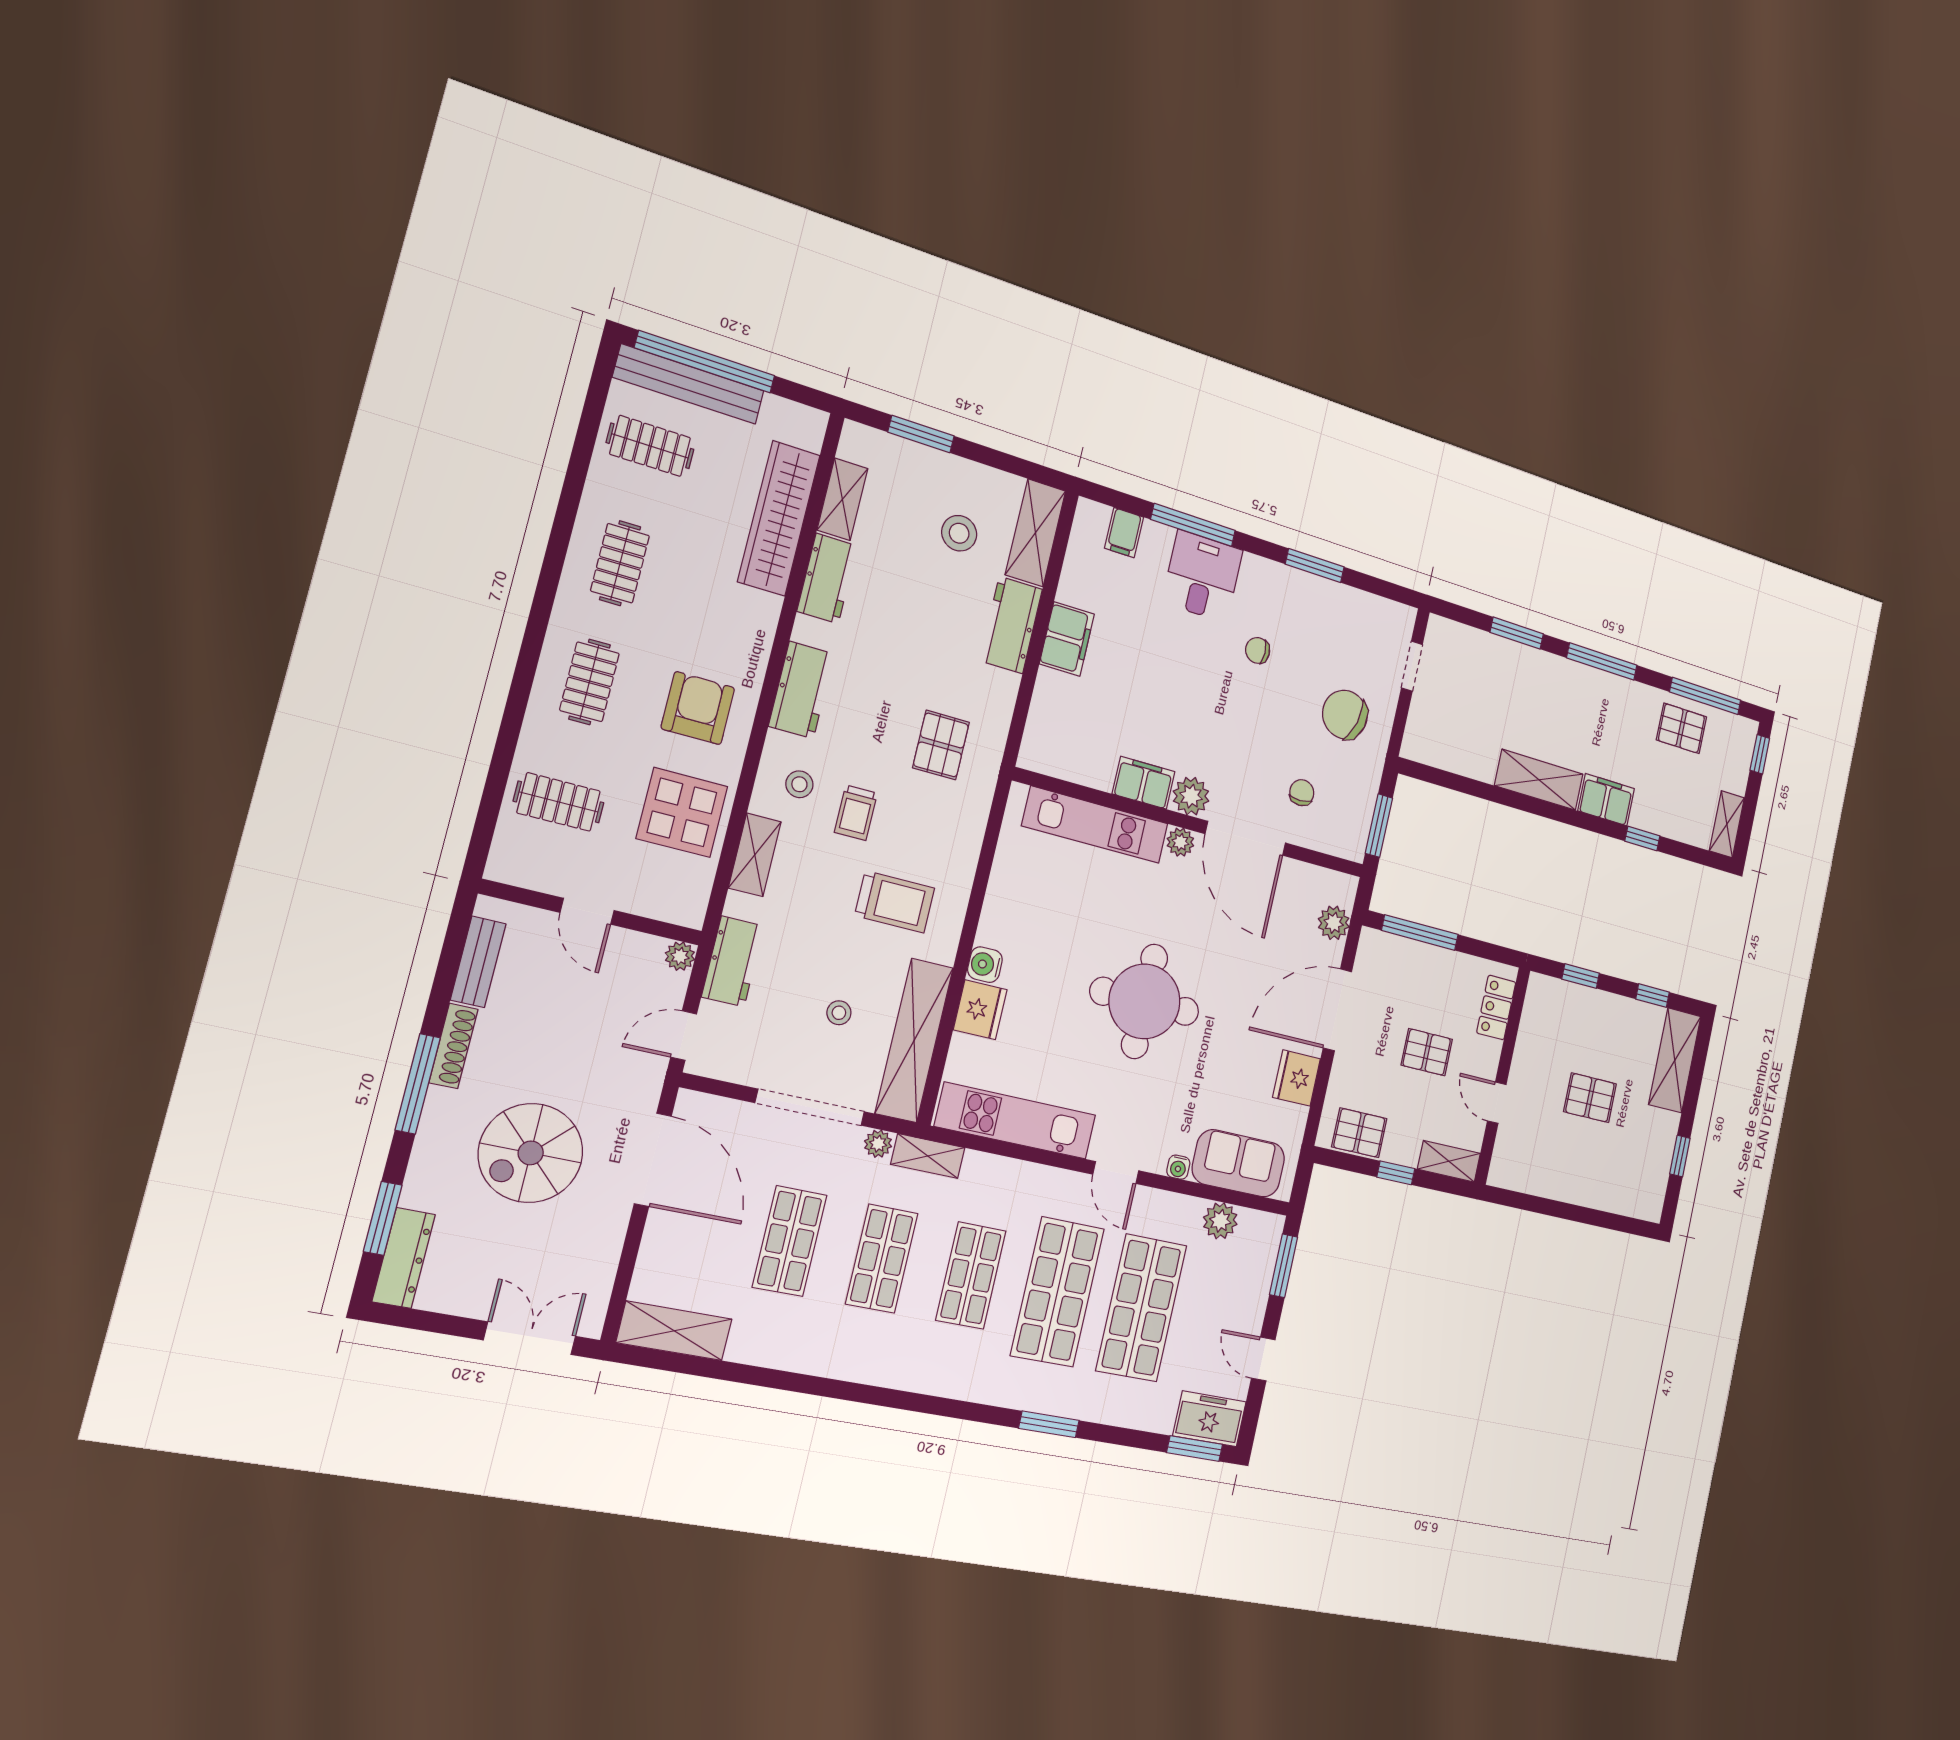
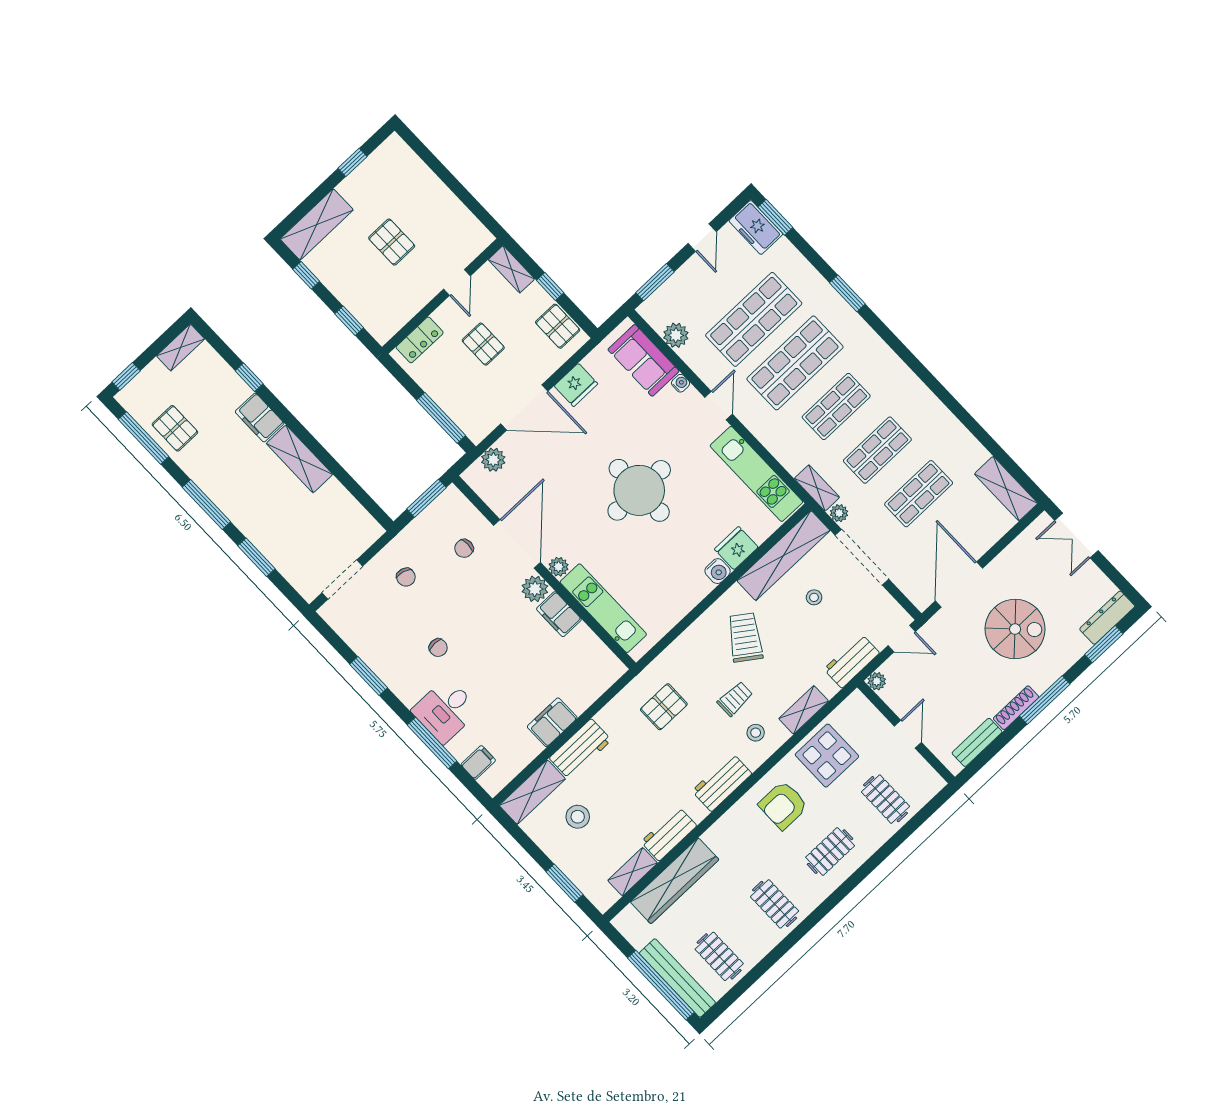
clothes rail: (620, 563) -> (775, 904), turned 90
doorway: (1412, 666) -> (342, 579), width x1.38
chair: (1345, 715) -> (406, 577), width x0.54, depth x0.54
trolley: (895, 902) -> (745, 637), turned 35

